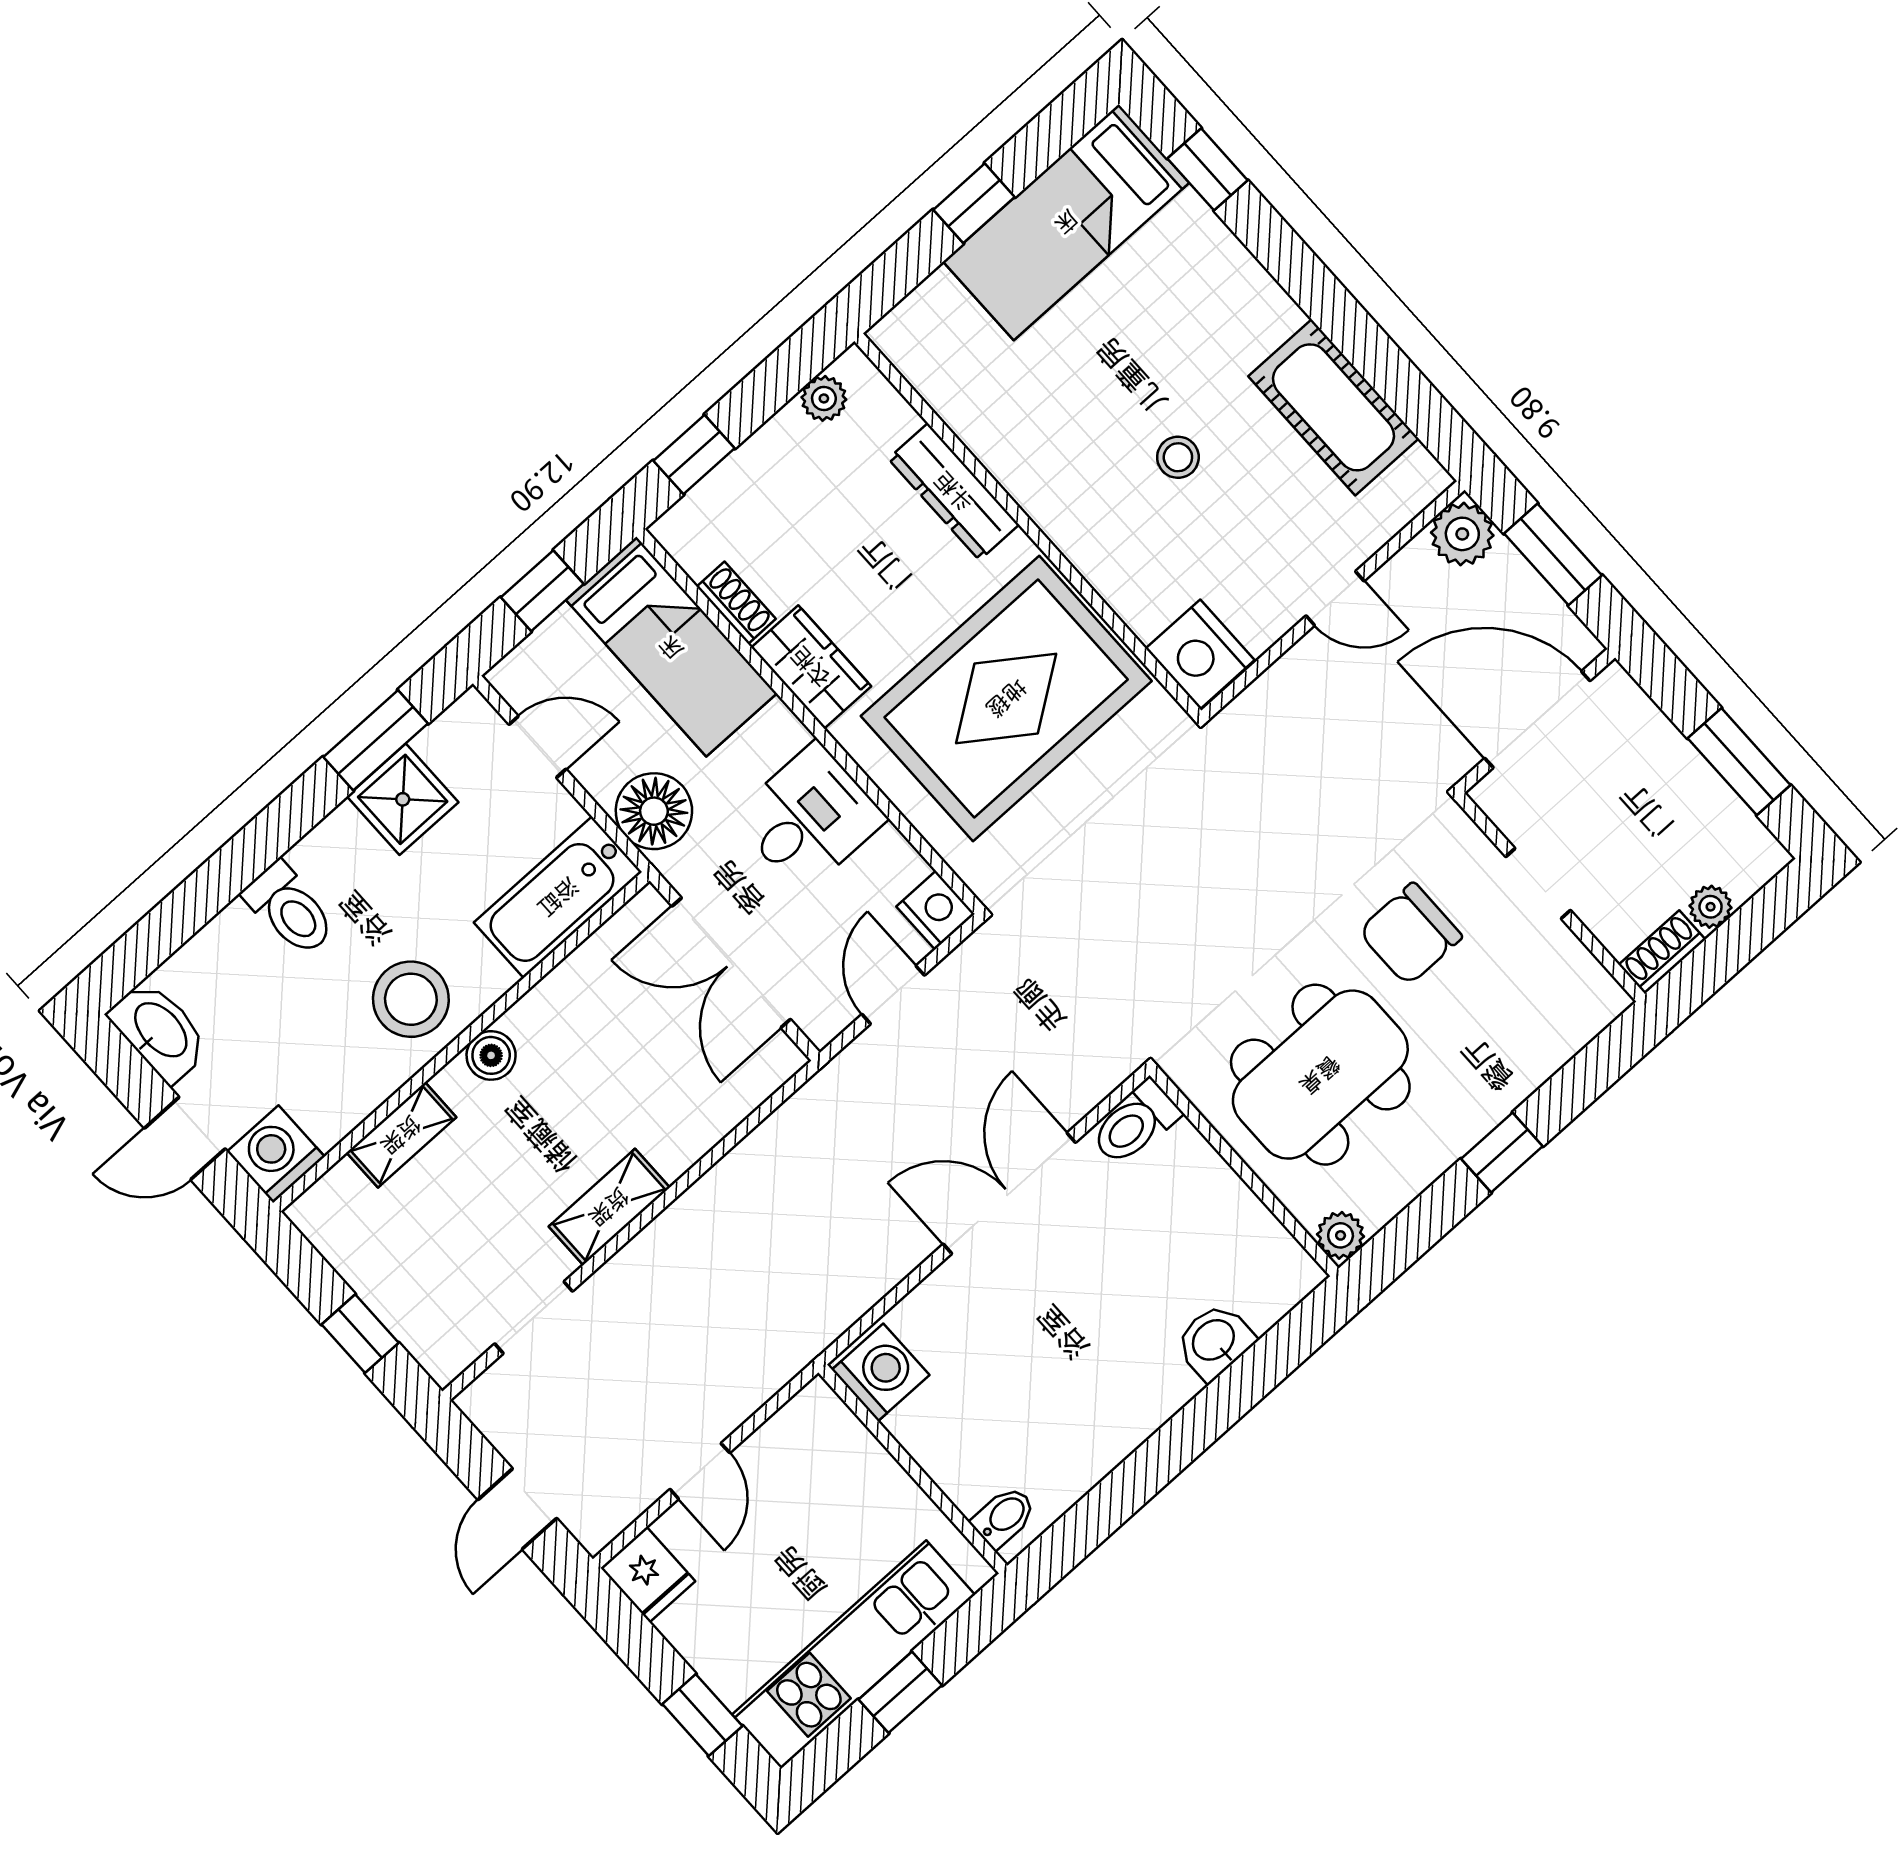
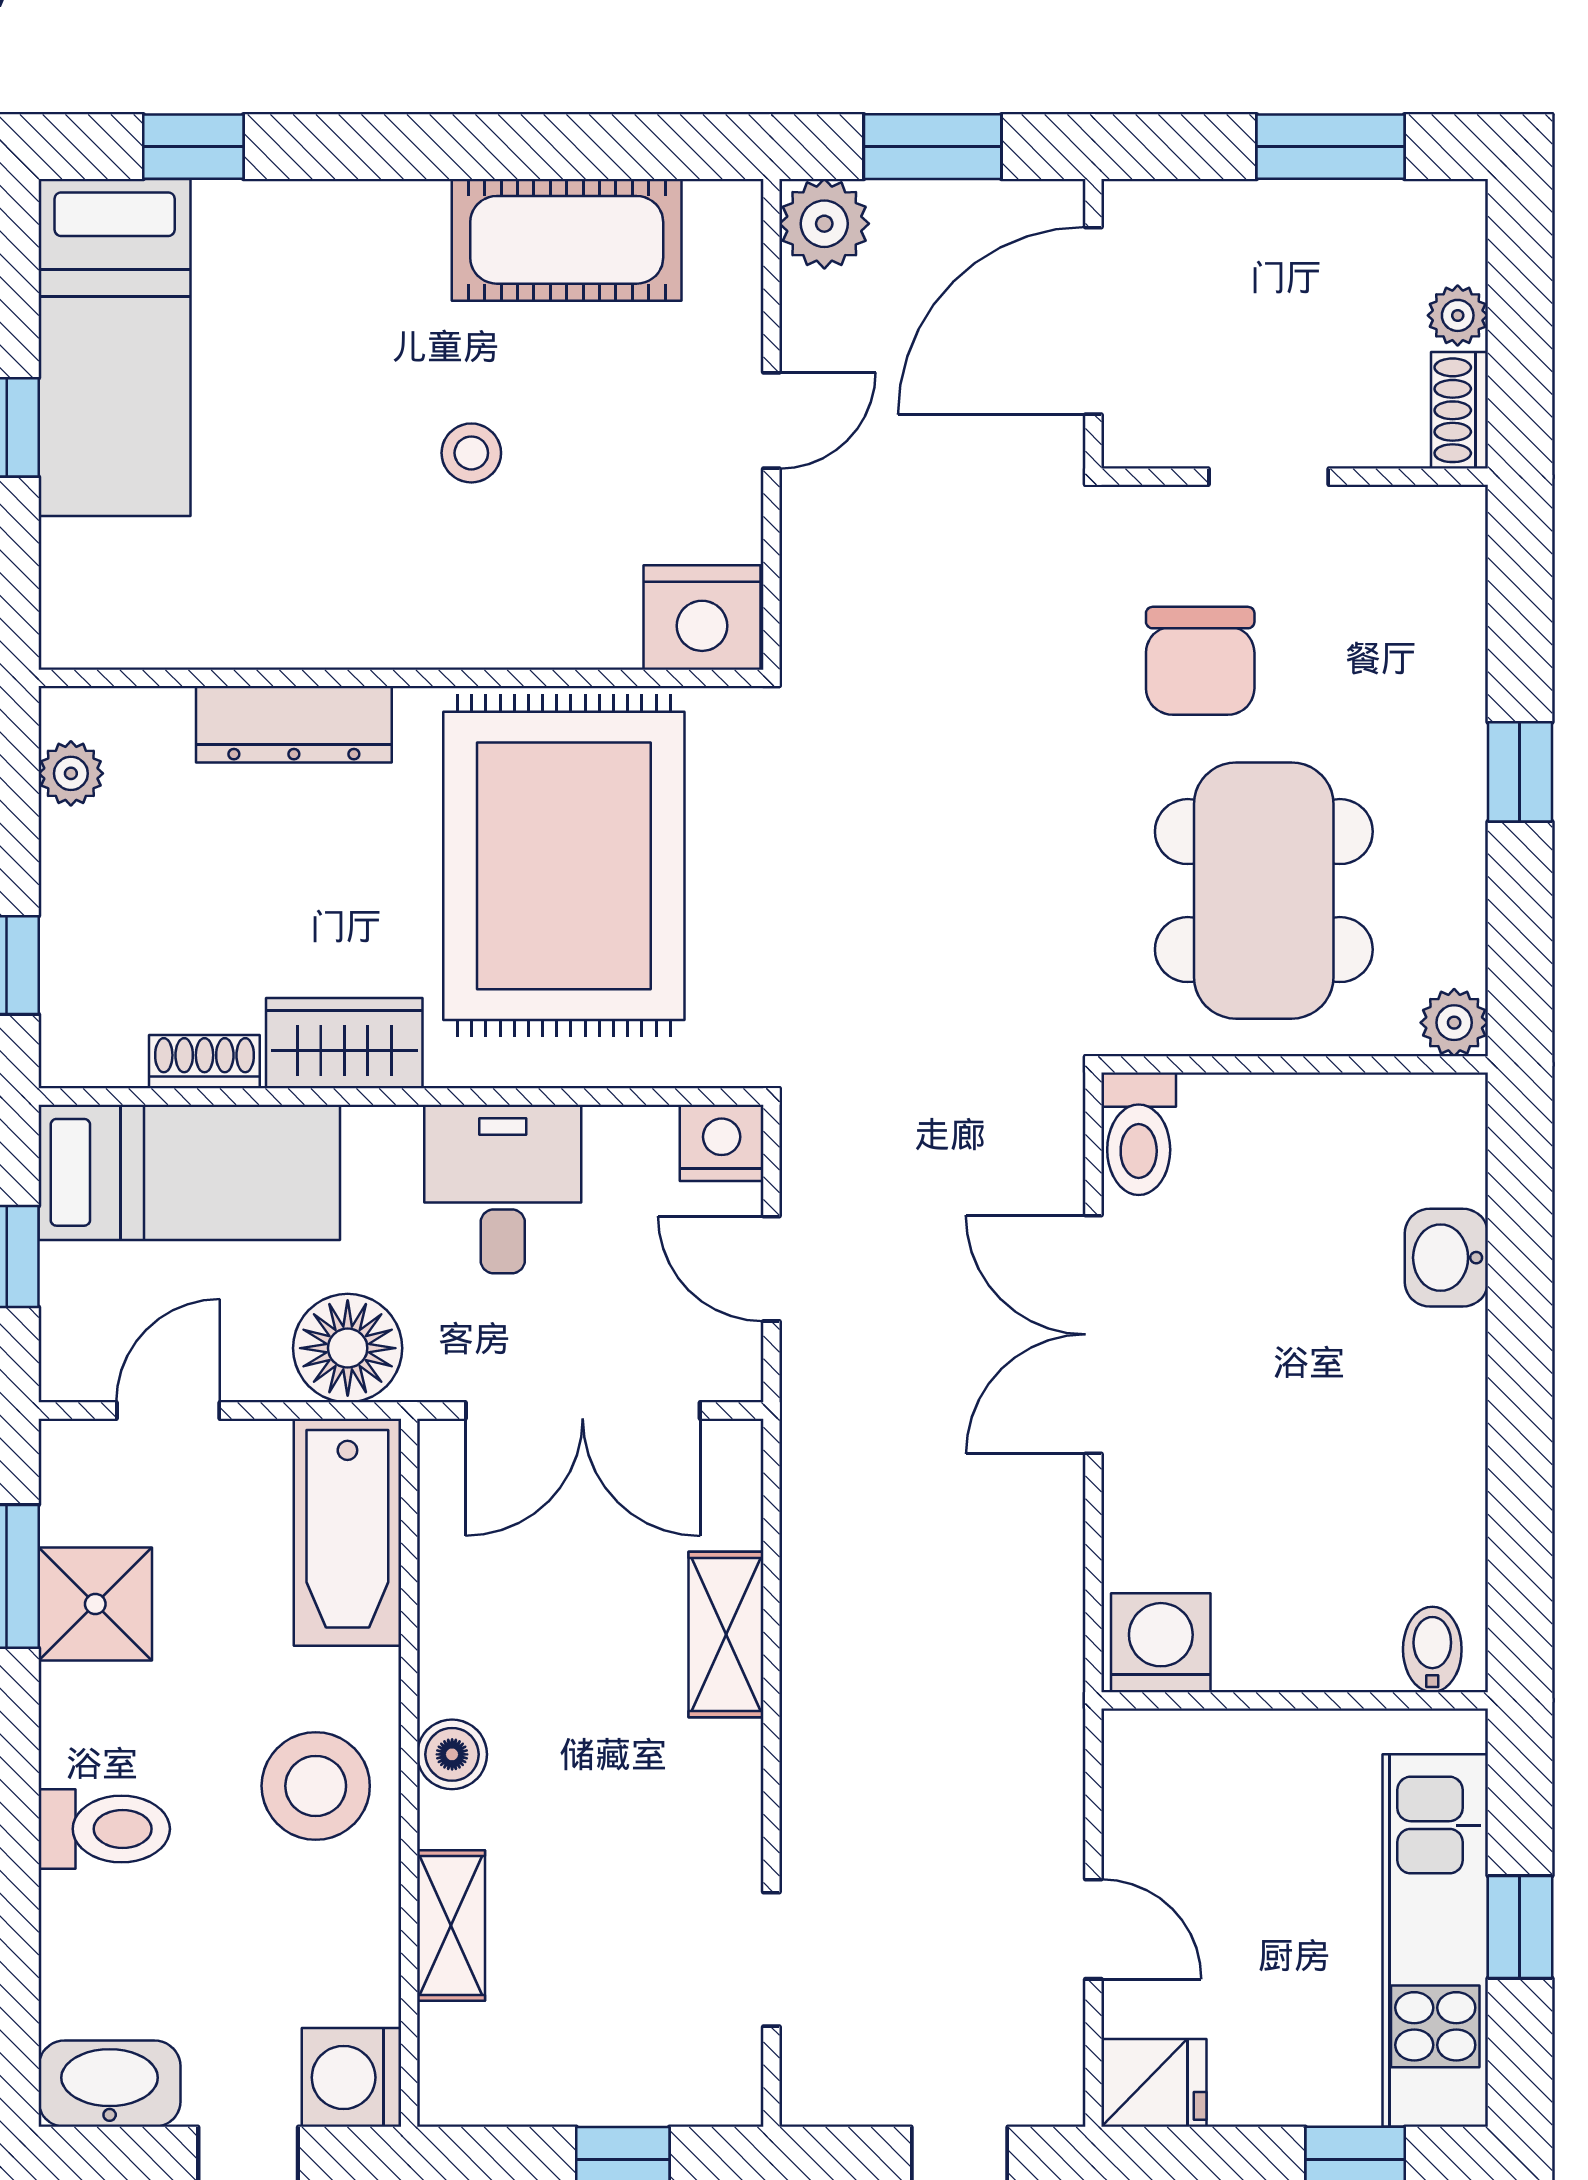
shelving: (609, 1207) -> (726, 1635), moved

